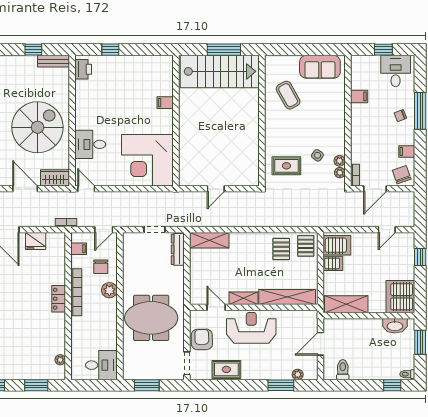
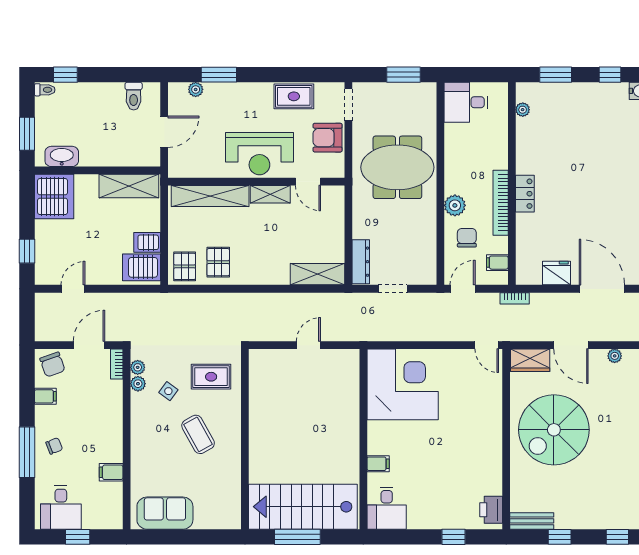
coffee table: (288, 95) -> (198, 434), moved
desk: (90, 144) -> (387, 508), moved, turned 90
armchair: (202, 339) -> (328, 138), turned 91

